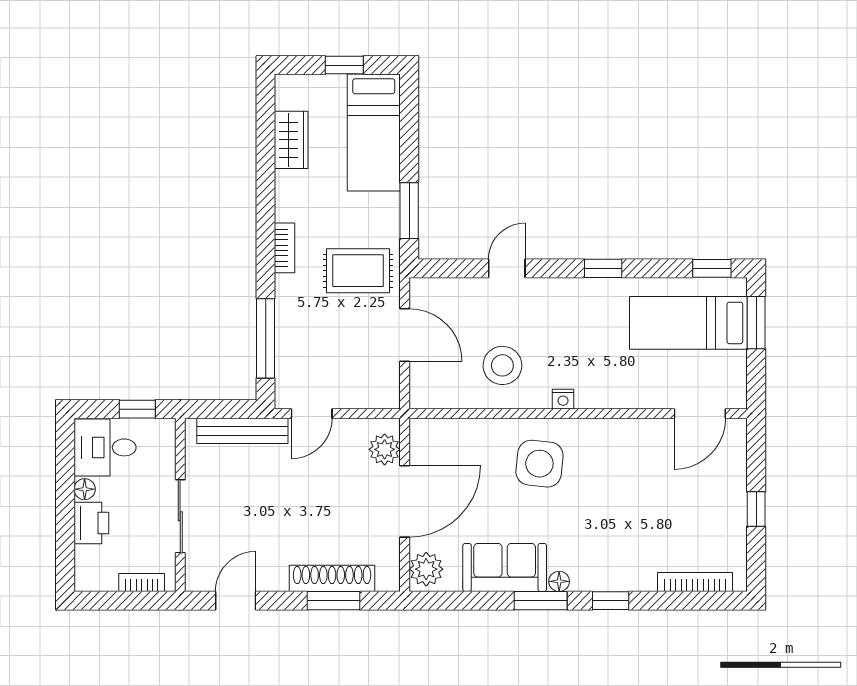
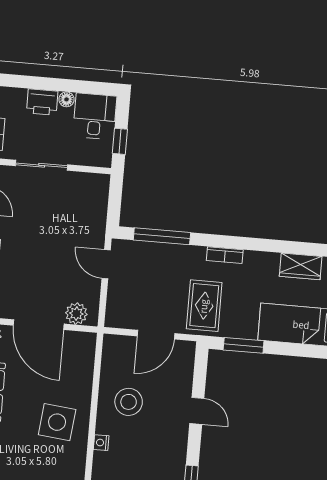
bench: (242, 431) -> (98, 214), removed

